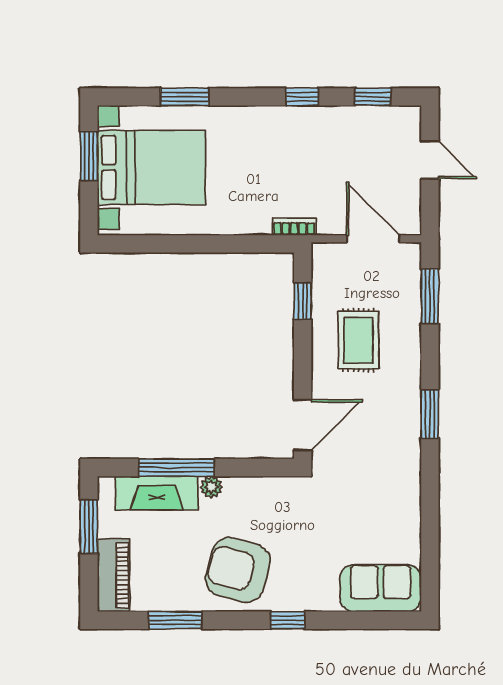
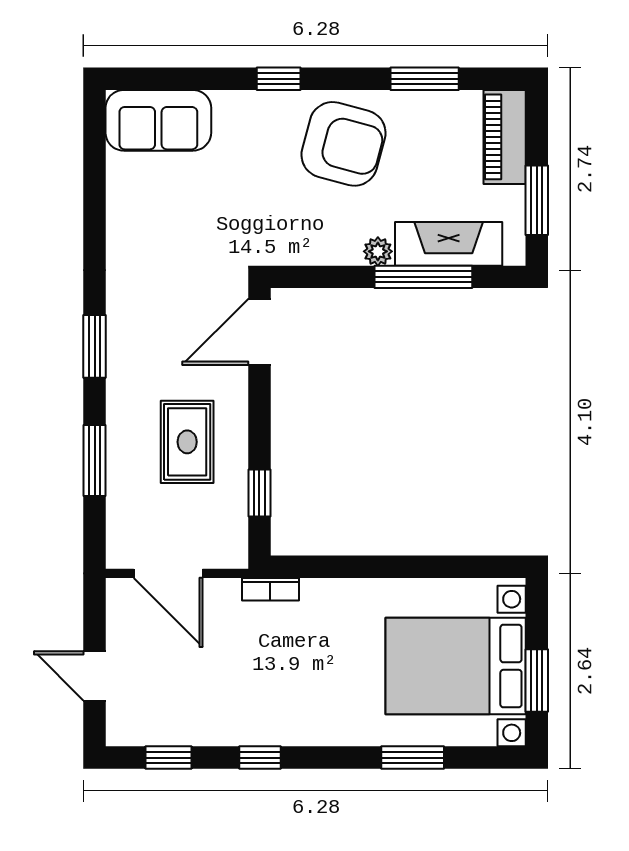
window: (430, 296) -> (95, 460), moved

